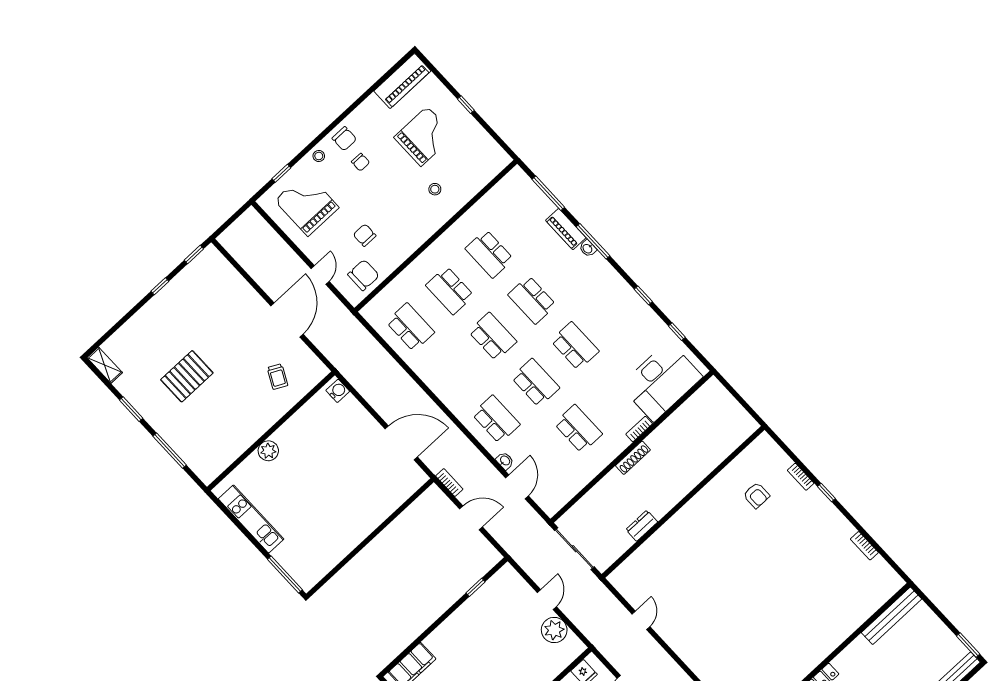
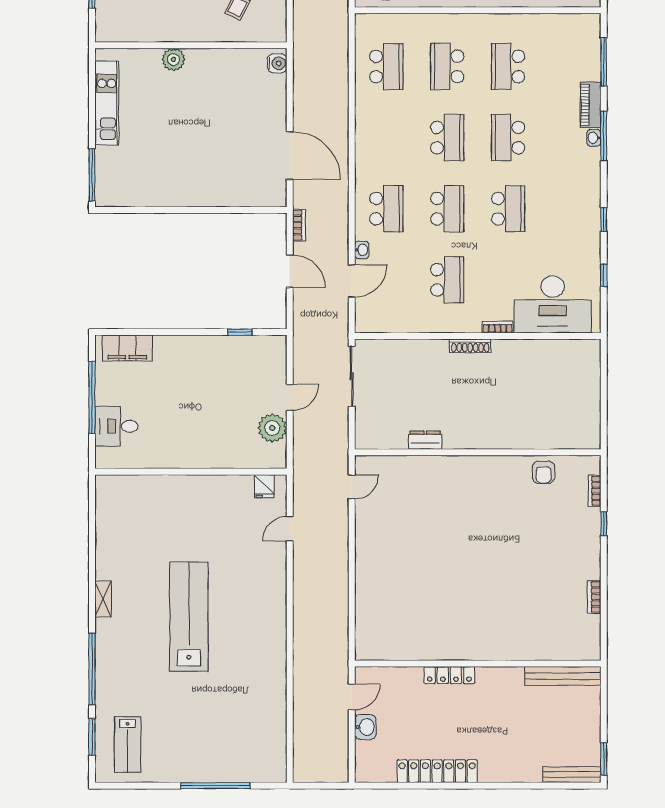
wall: (683, 502) -> (478, 452), moved
dresser: (642, 526) -> (425, 440), moved

